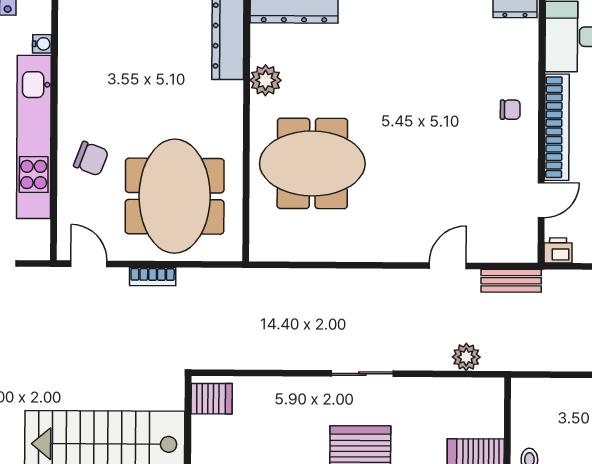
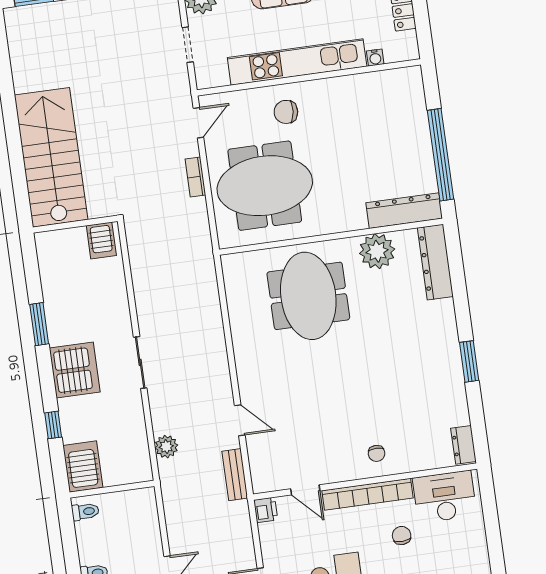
plant: (266, 80) -> (377, 251), width x1.36, depth x1.36
chair: (91, 159) -> (286, 112), turned 75

